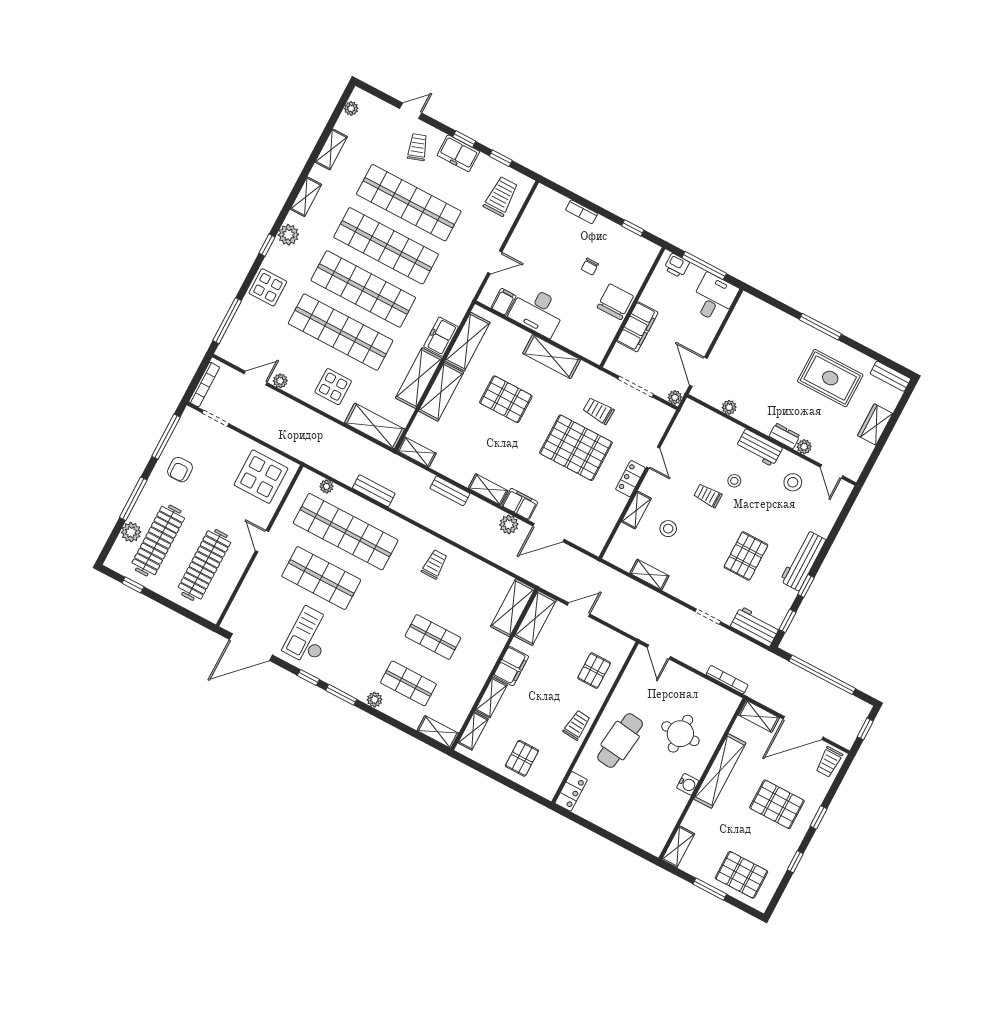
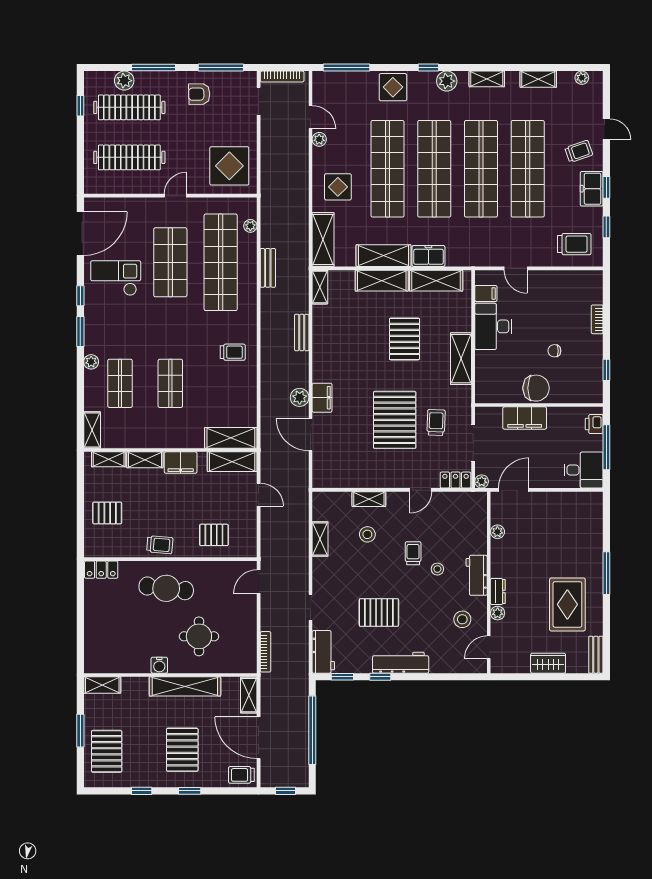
locker: (630, 479) -> (456, 480), moved
shelving: (488, 489) -> (320, 364), removed
door: (251, 647) -> (80, 234), swing flipped

